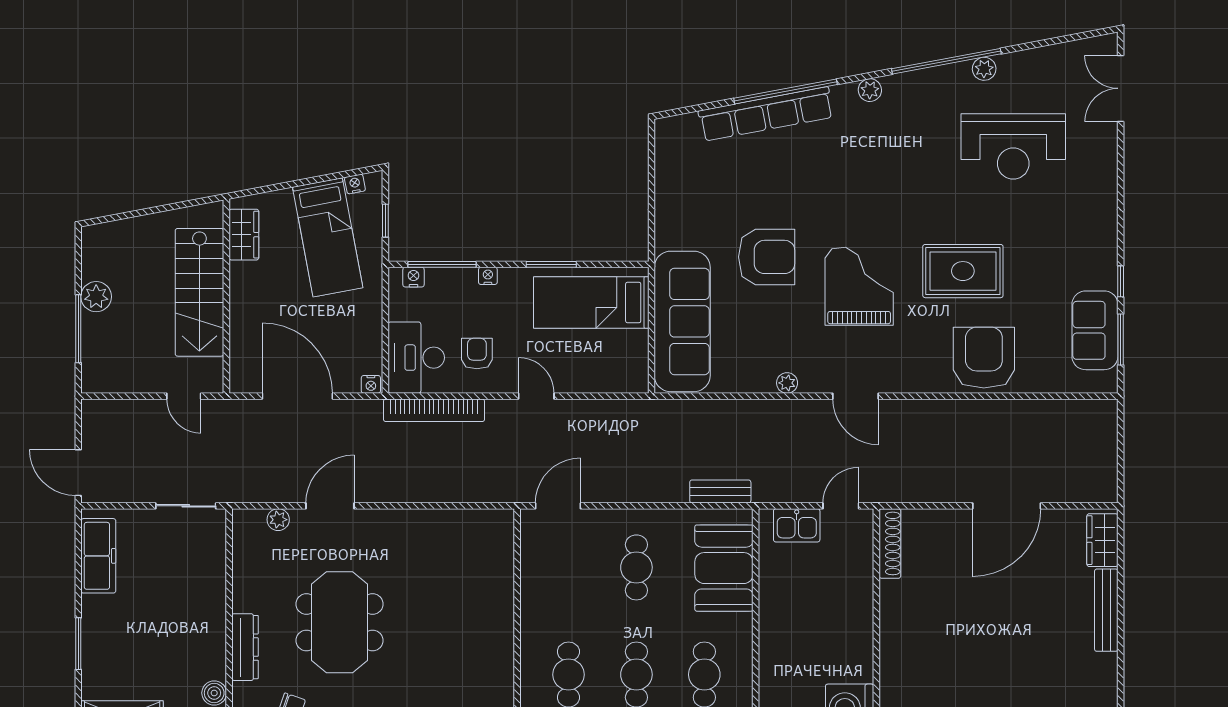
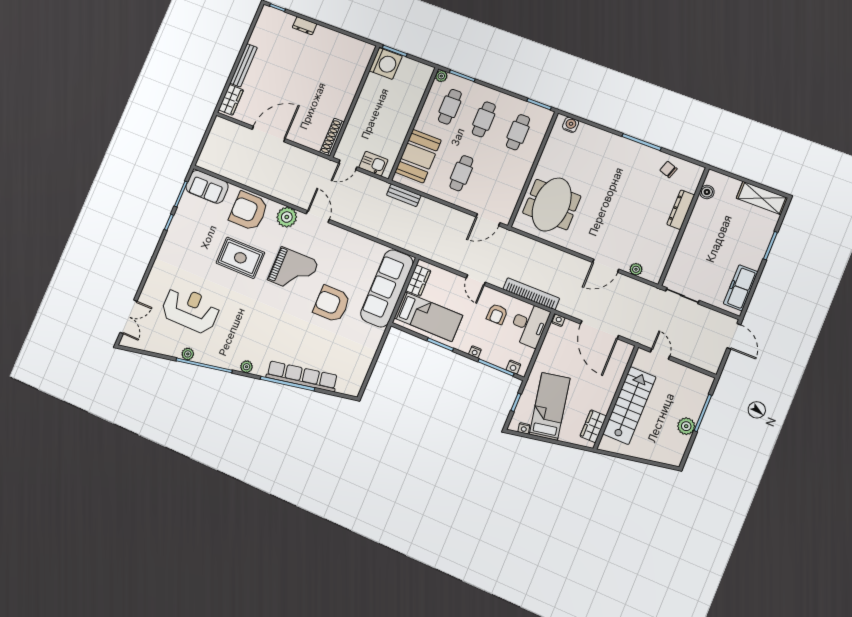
grand piano: (859, 286) -> (293, 271), turned -90
sofa: (1095, 330) -> (207, 187), moved, turned 90
wardrobe: (634, 356) -> (418, 281), added
armchair: (984, 358) -> (249, 211), turned 90
plant: (787, 383) -> (287, 217), moved, width x1.88, depth x1.88
meeting table: (339, 622) -> (552, 205), moved

